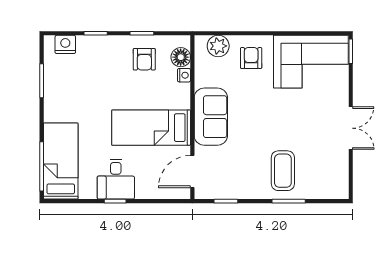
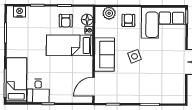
side table: (262, 119) -> (134, 56), added
bed: (151, 128) -> (70, 45), moved
coffee table: (283, 171) -> (147, 87), removed
desk: (116, 179) -> (38, 91), moved

